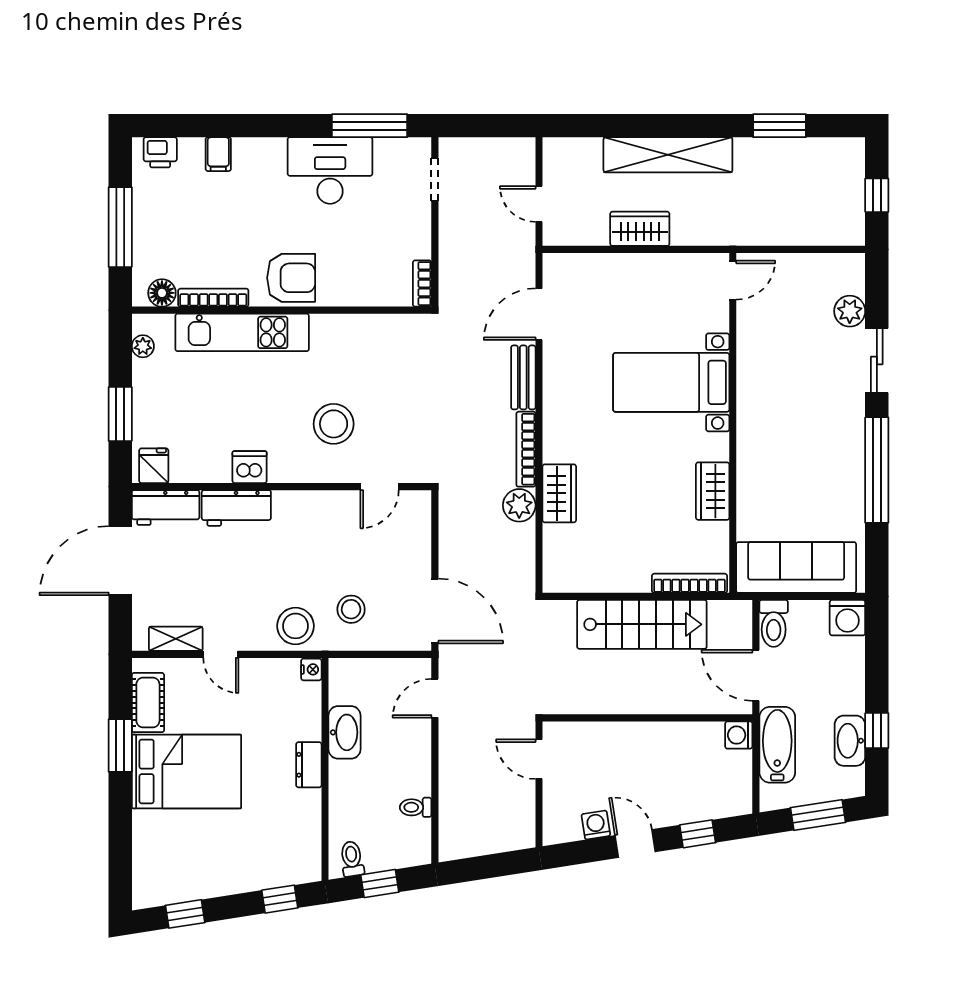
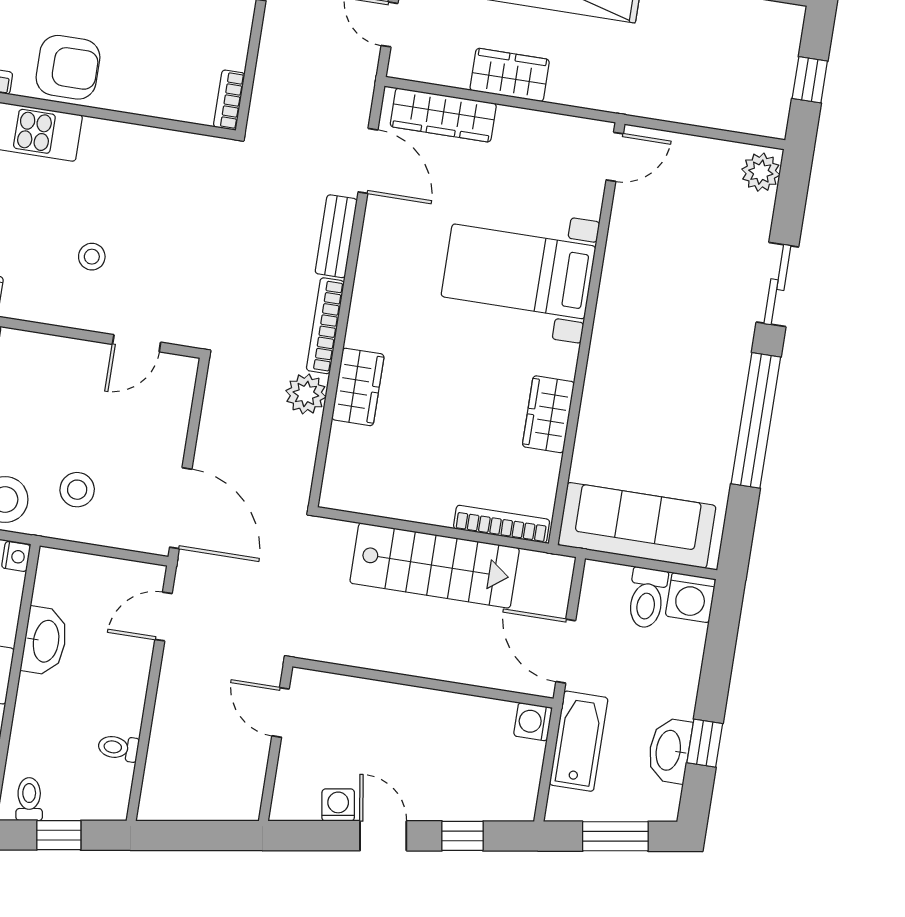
wardrobe: (593, 269) -> (443, 115), added
plant: (850, 311) -> (761, 172), moved
door: (539, 314) -> (368, 161), swing flipped
stool: (334, 424) -> (92, 257), width x0.53, depth x0.53
toilet: (774, 623) -> (647, 598), moved

